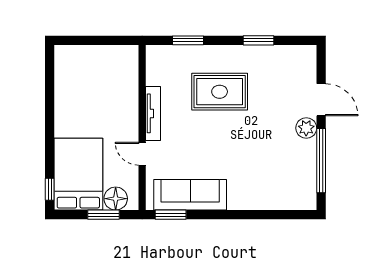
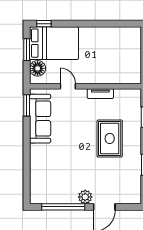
tv unit: (153, 113) -> (100, 94), width x0.71
door: (142, 154) -> (68, 86), hinge flipped
window: (104, 215) -> (27, 50), moved

